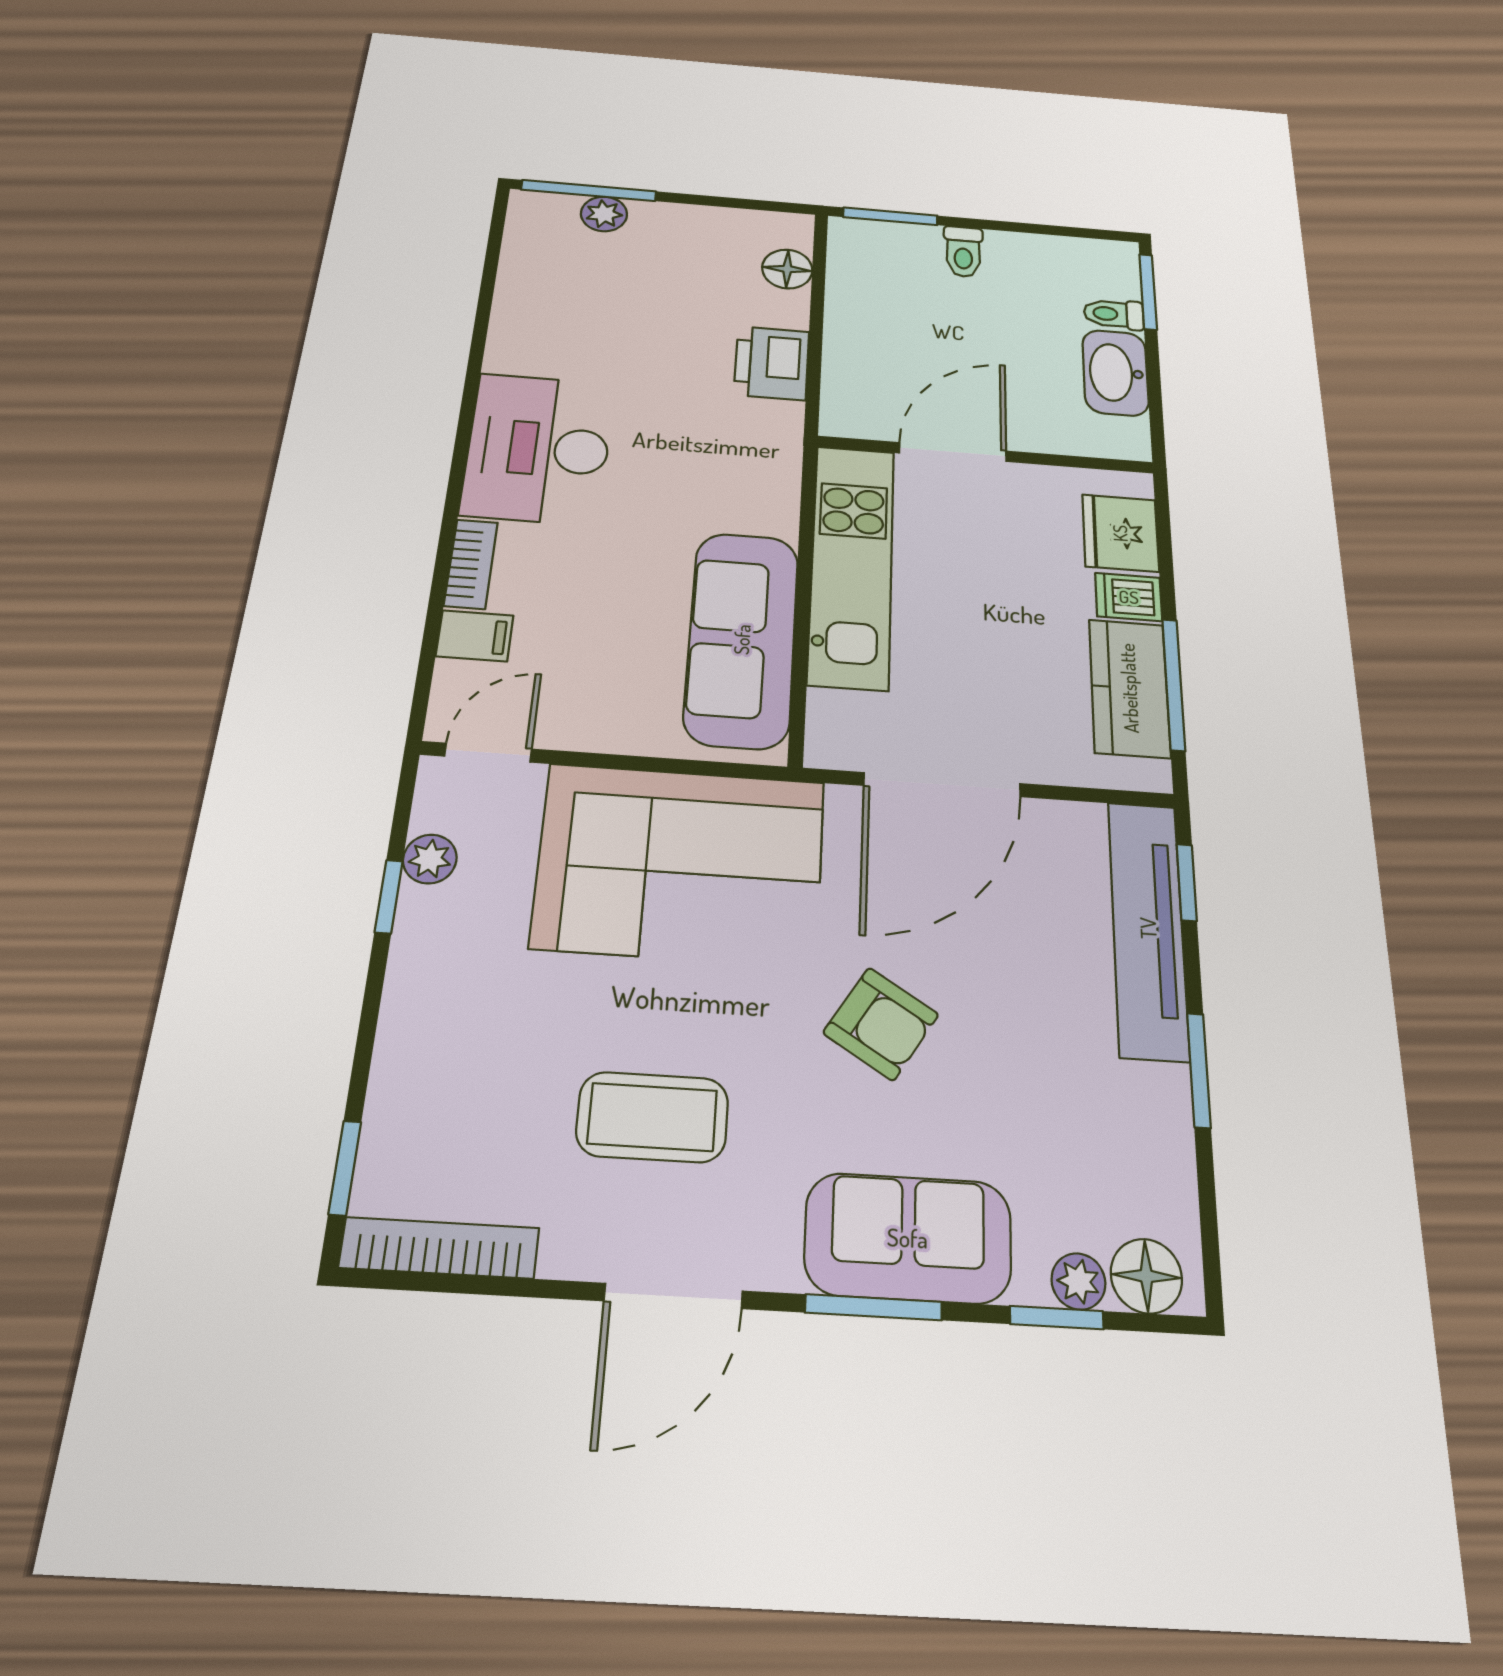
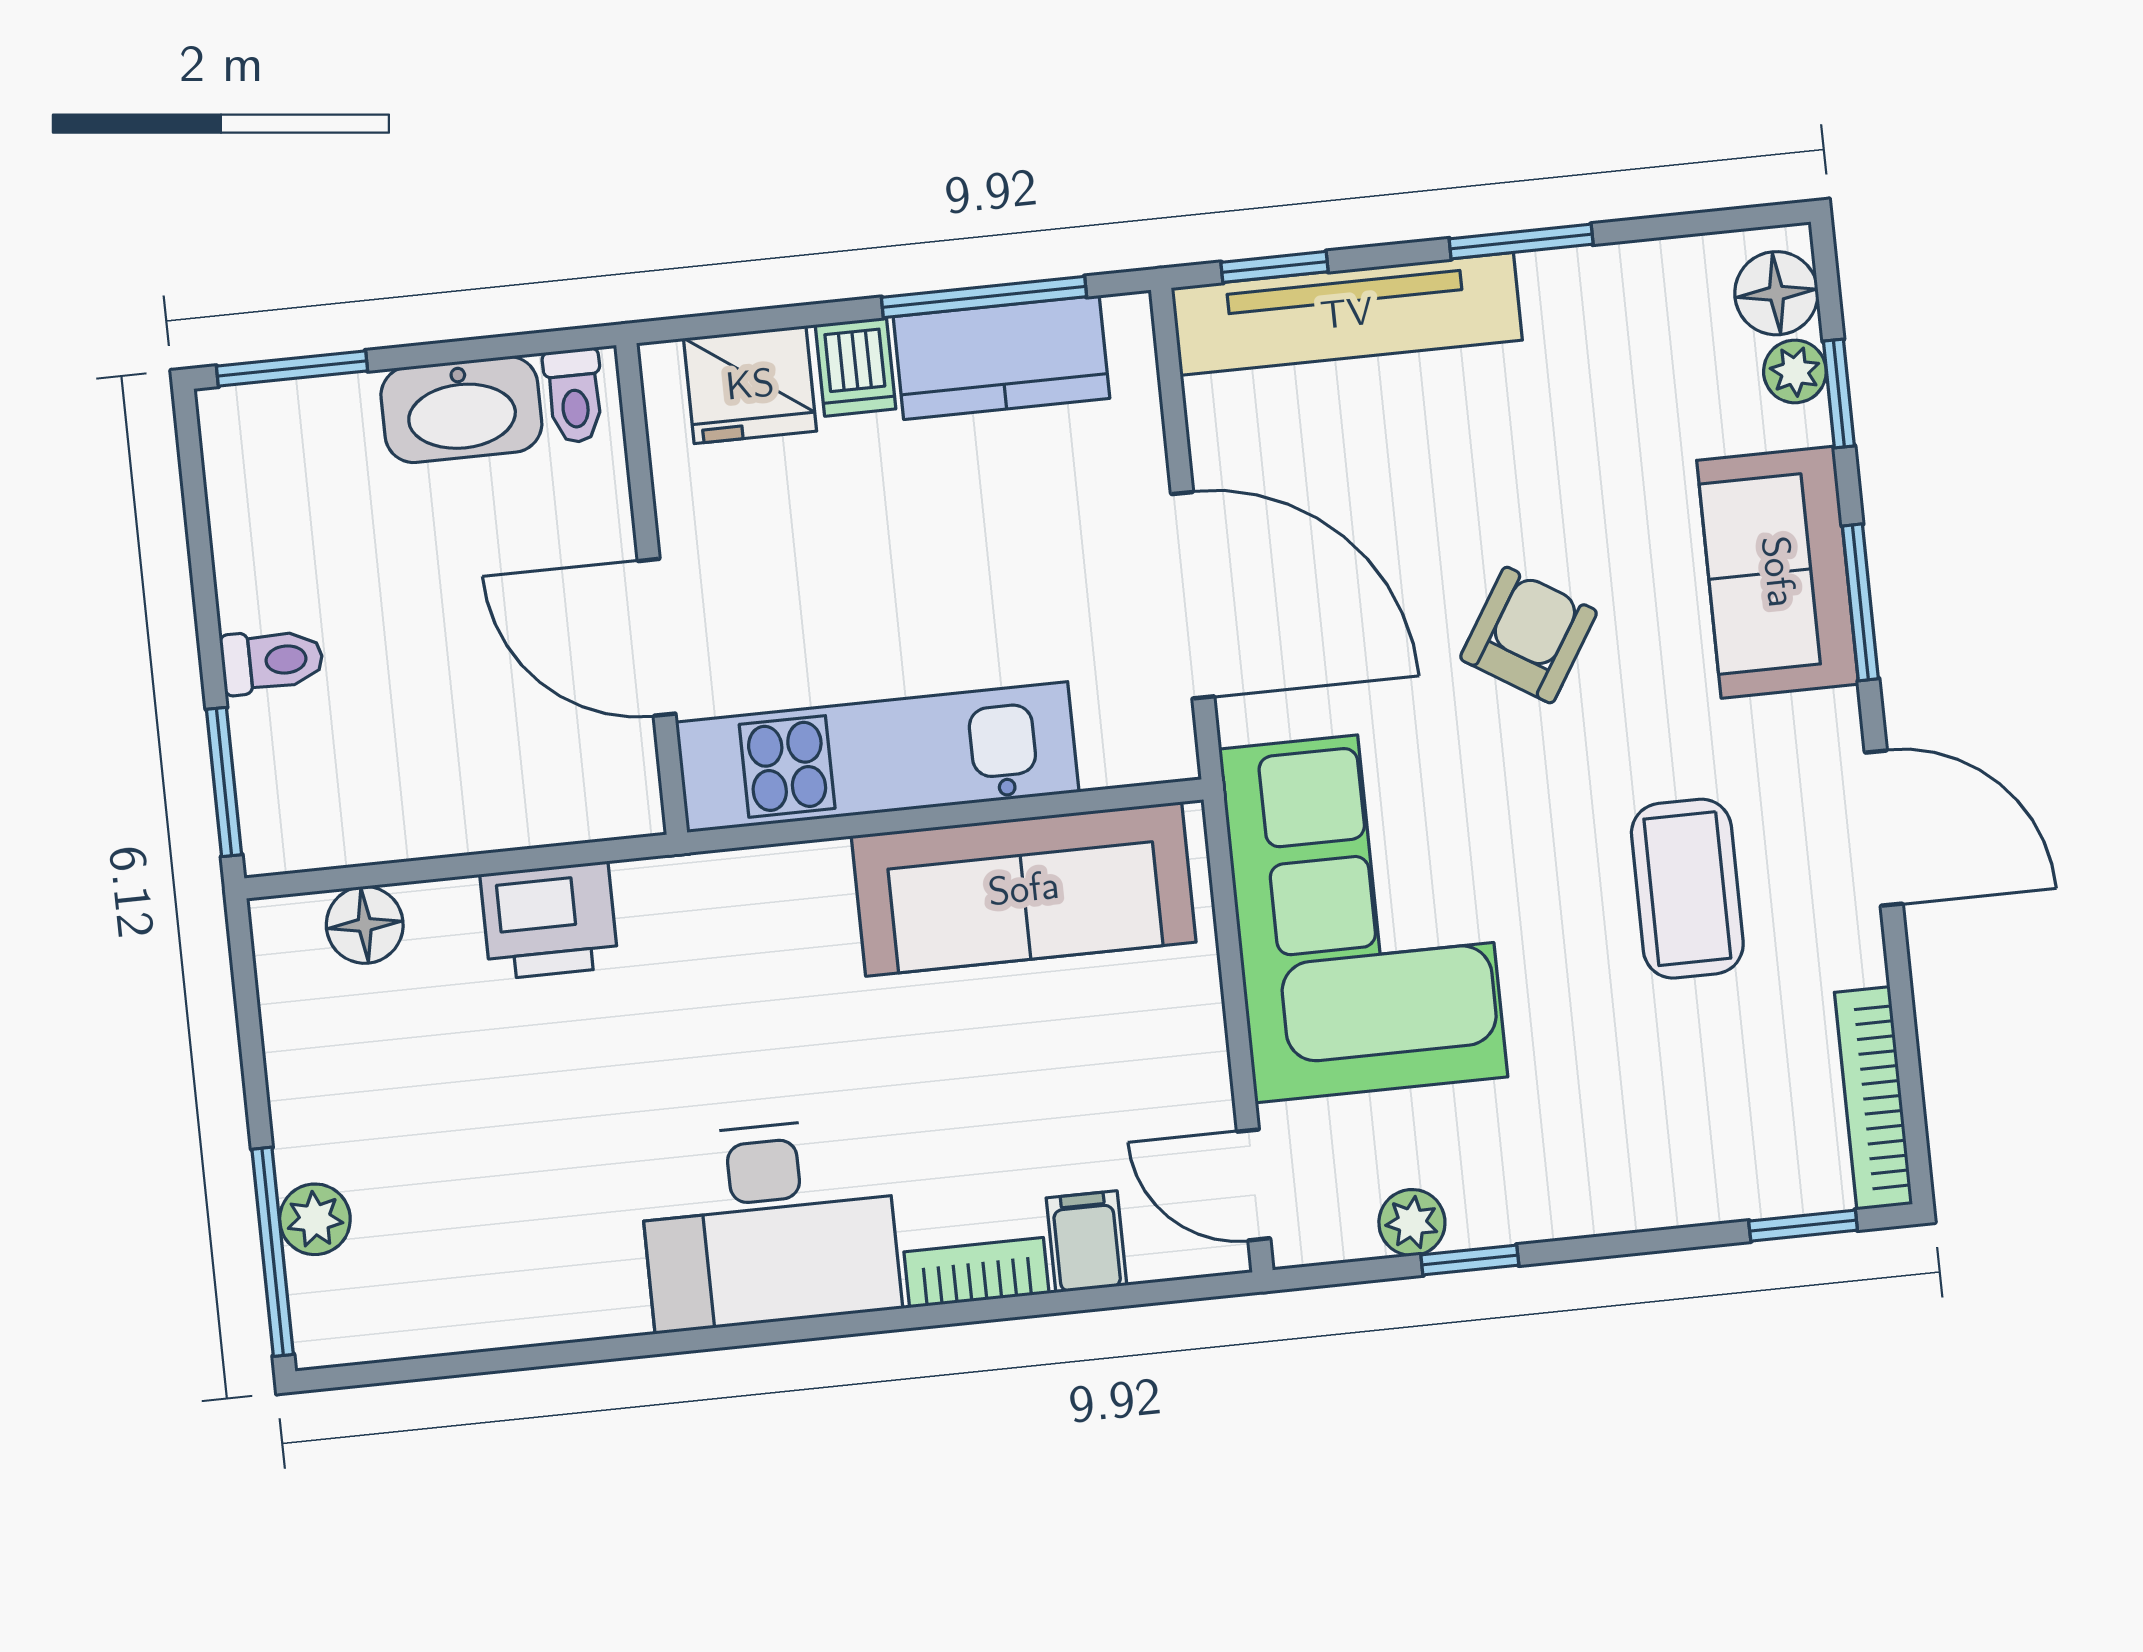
toilet: (1114, 314) -> (574, 396), moved

